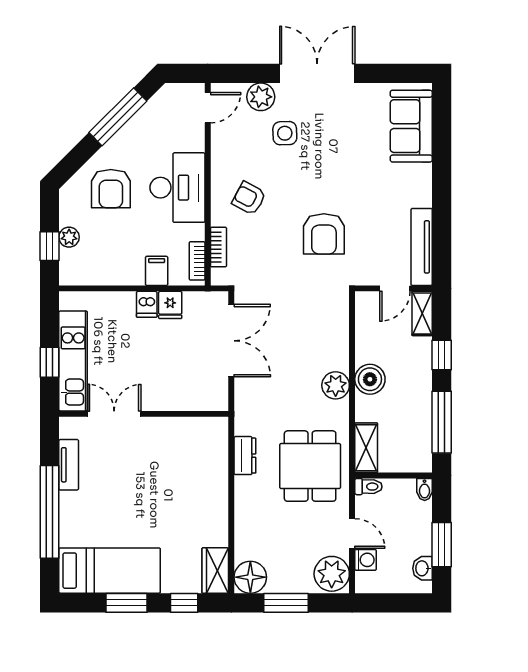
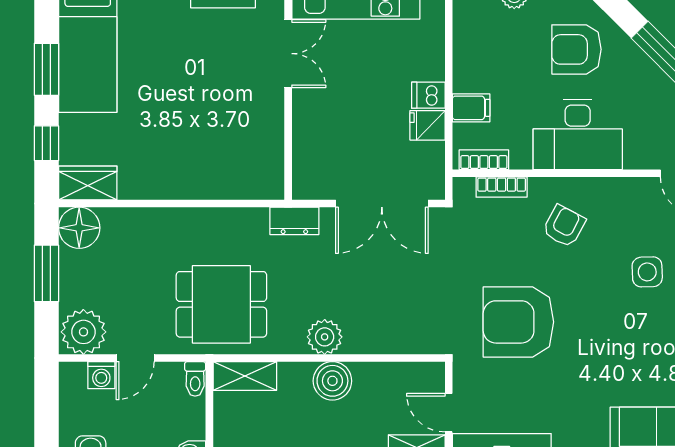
armchair: (324, 234) -> (518, 322), width x1.36, depth x1.36
dresser: (245, 456) -> (294, 221), moved

